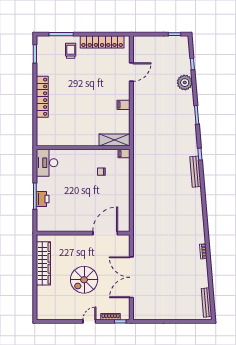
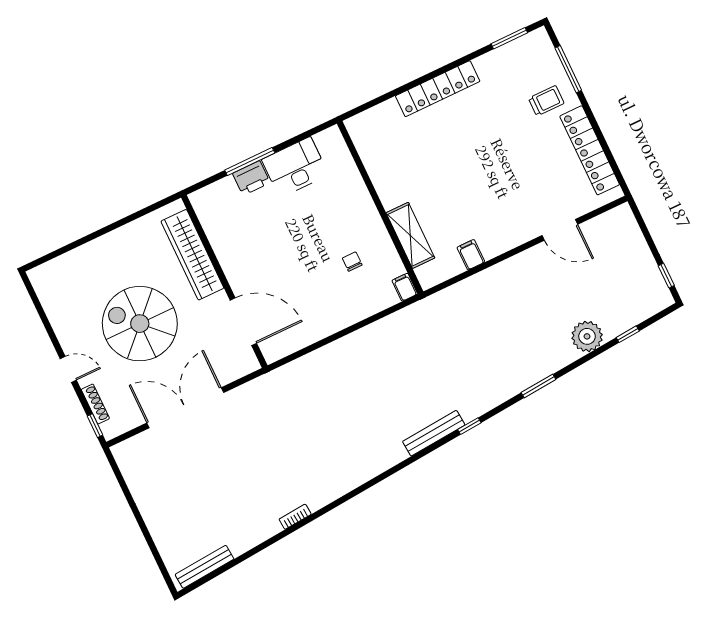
filing cabinet: (124, 105) -> (471, 255), moved
shelving: (115, 140) -> (410, 235), moved
desk: (47, 163) -> (295, 167), moved
wardrobe: (43, 263) -> (192, 255), moved, turned 90
spiral stairs: (84, 280) -> (140, 324), width x1.37, depth x1.37

